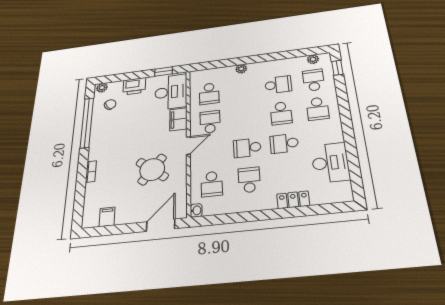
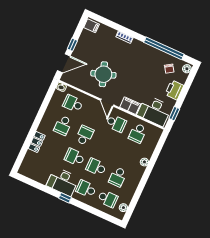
window: (337, 68) -> (65, 198), moved
school desk: (209, 94) -> (138, 133), turned -90
school desk: (284, 143) -> (75, 157), turned -90
desk: (330, 163) -> (63, 182), moved
round table: (152, 170) -> (103, 74), turned 33
school desk: (249, 180) -> (63, 125), turned 90
filing cabinet: (107, 217) -> (91, 26), moved
door: (161, 225) -> (64, 63), hinge flipped
window: (129, 228) -> (72, 45), added

